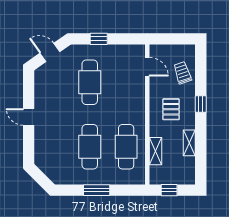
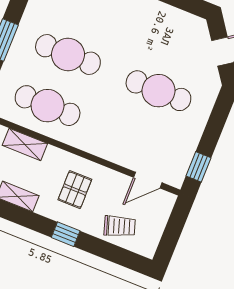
window: (99, 39) -> (199, 167), moved
pallet: (171, 109) -> (75, 190), turned 90

